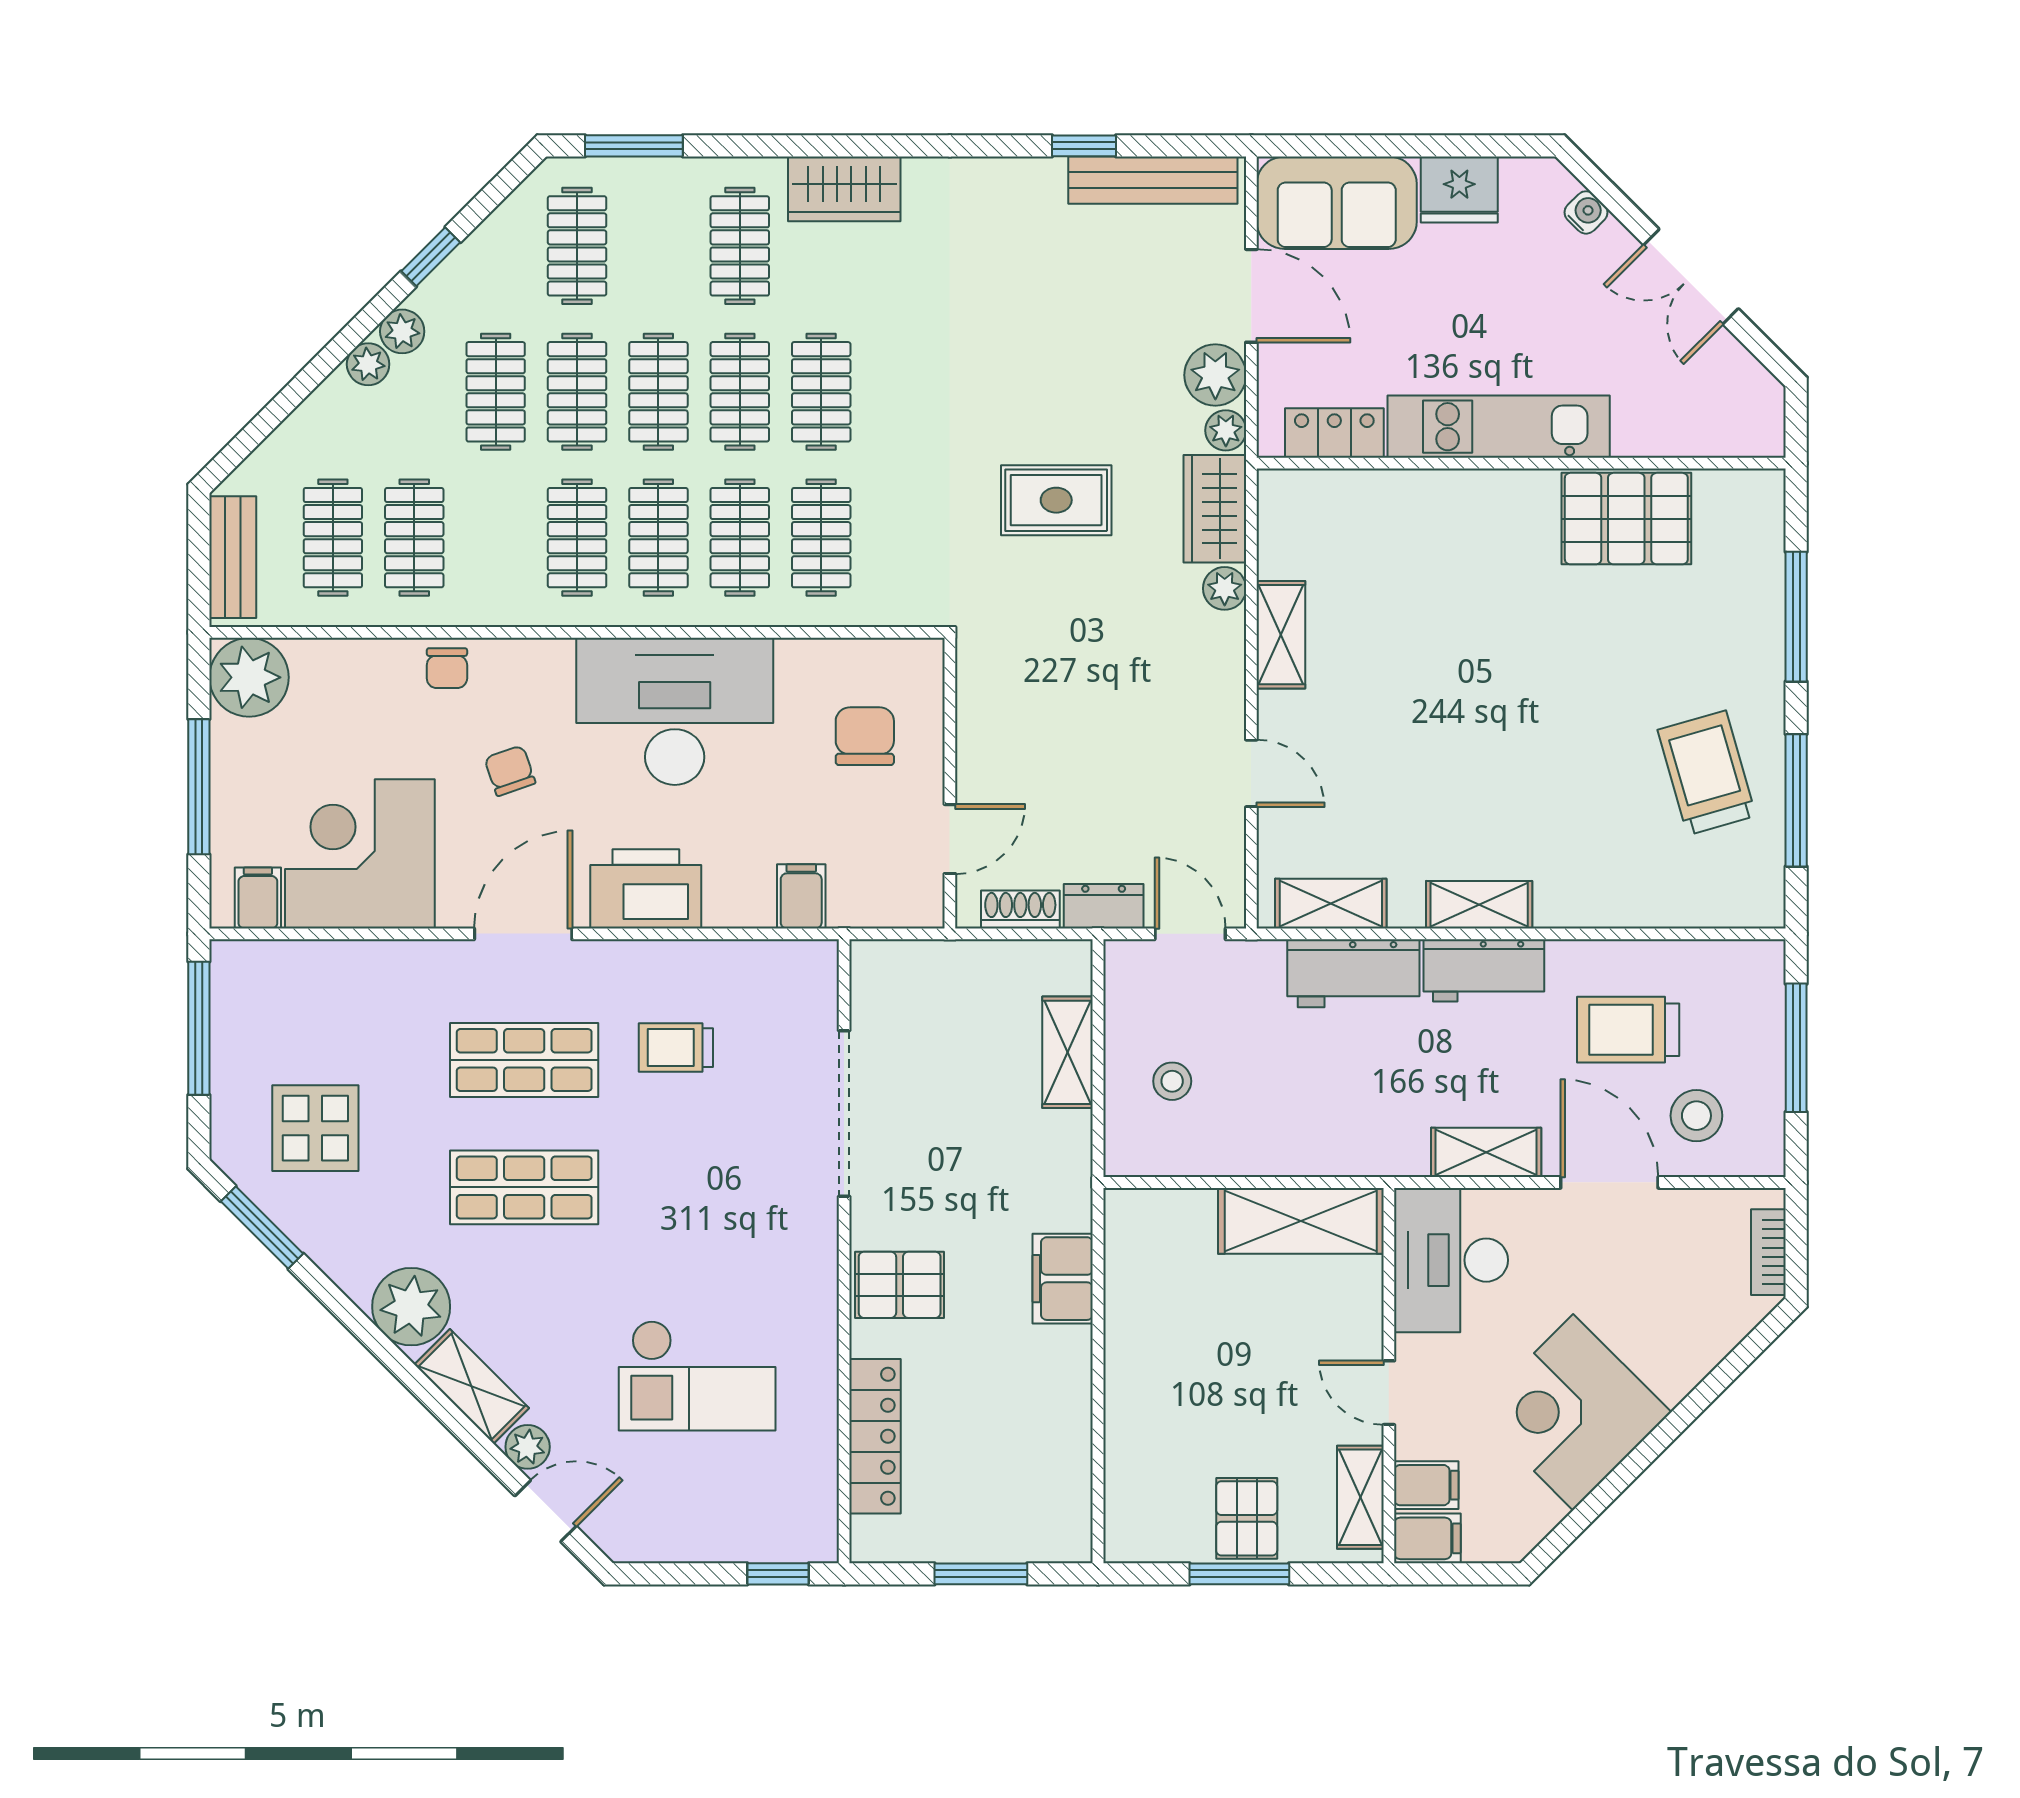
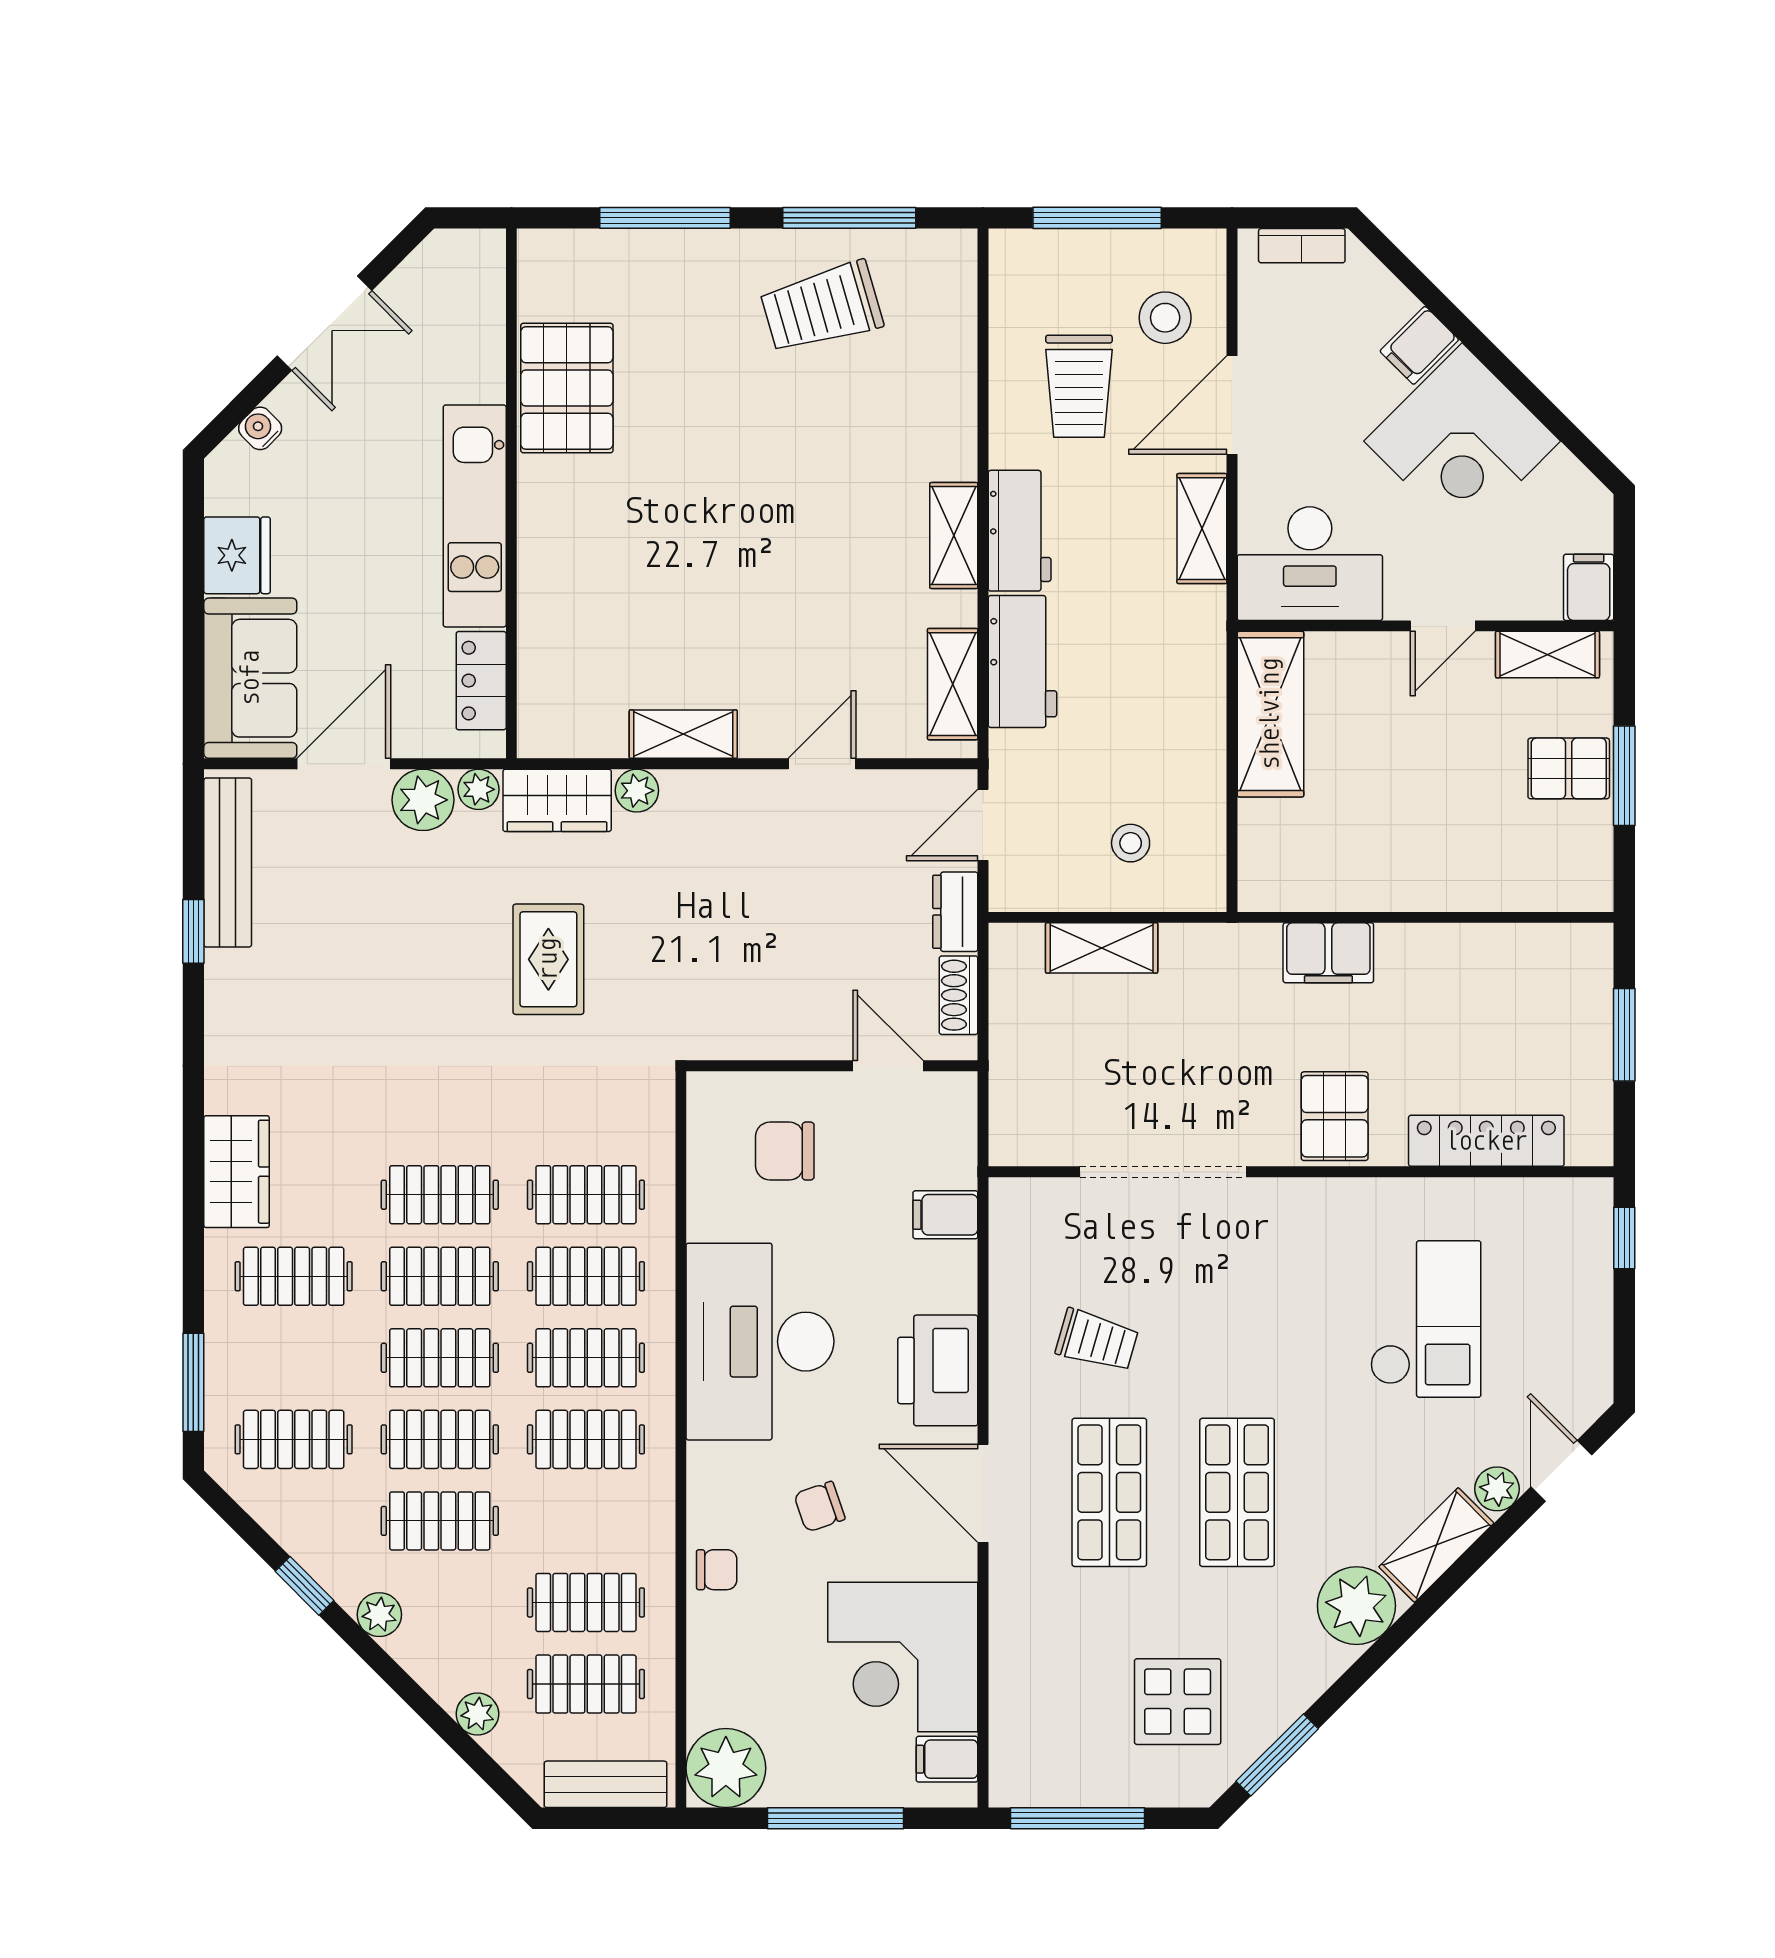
plant: (368, 364) -> (477, 1714), moved
trolley: (676, 1048) -> (1097, 1340), turned -74
filing cabinet: (1426, 1485) -> (1419, 345), moved, turned -135

